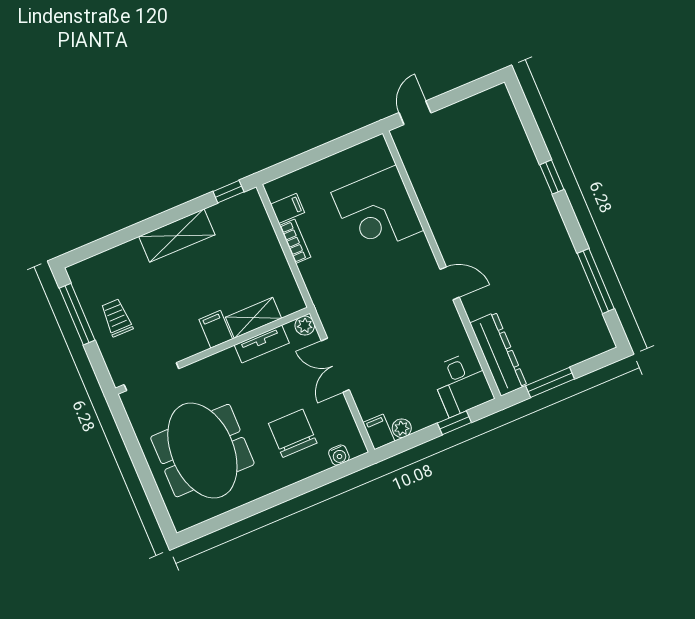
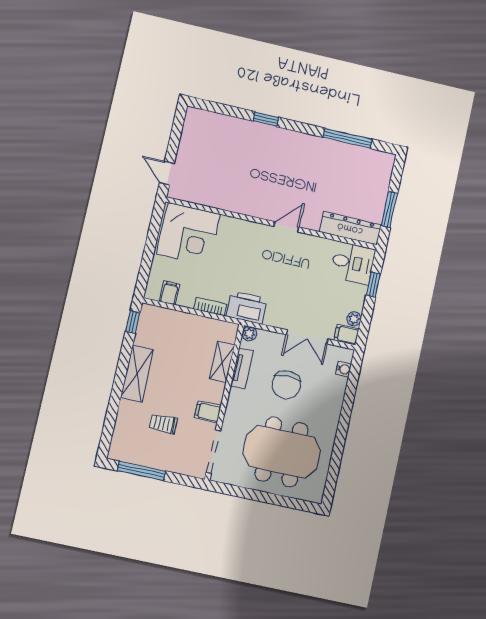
corner desk: (377, 211) -> (188, 234), moved
bookcase: (295, 241) -> (210, 307), moved
printer: (331, 303) -> (247, 307), added
trolley: (117, 318) -> (163, 424), moved
filing cabinet: (216, 329) -> (208, 412), moved
double door: (335, 365) -> (307, 337), moved
chair: (293, 433) -> (286, 385), moved, turned -90

